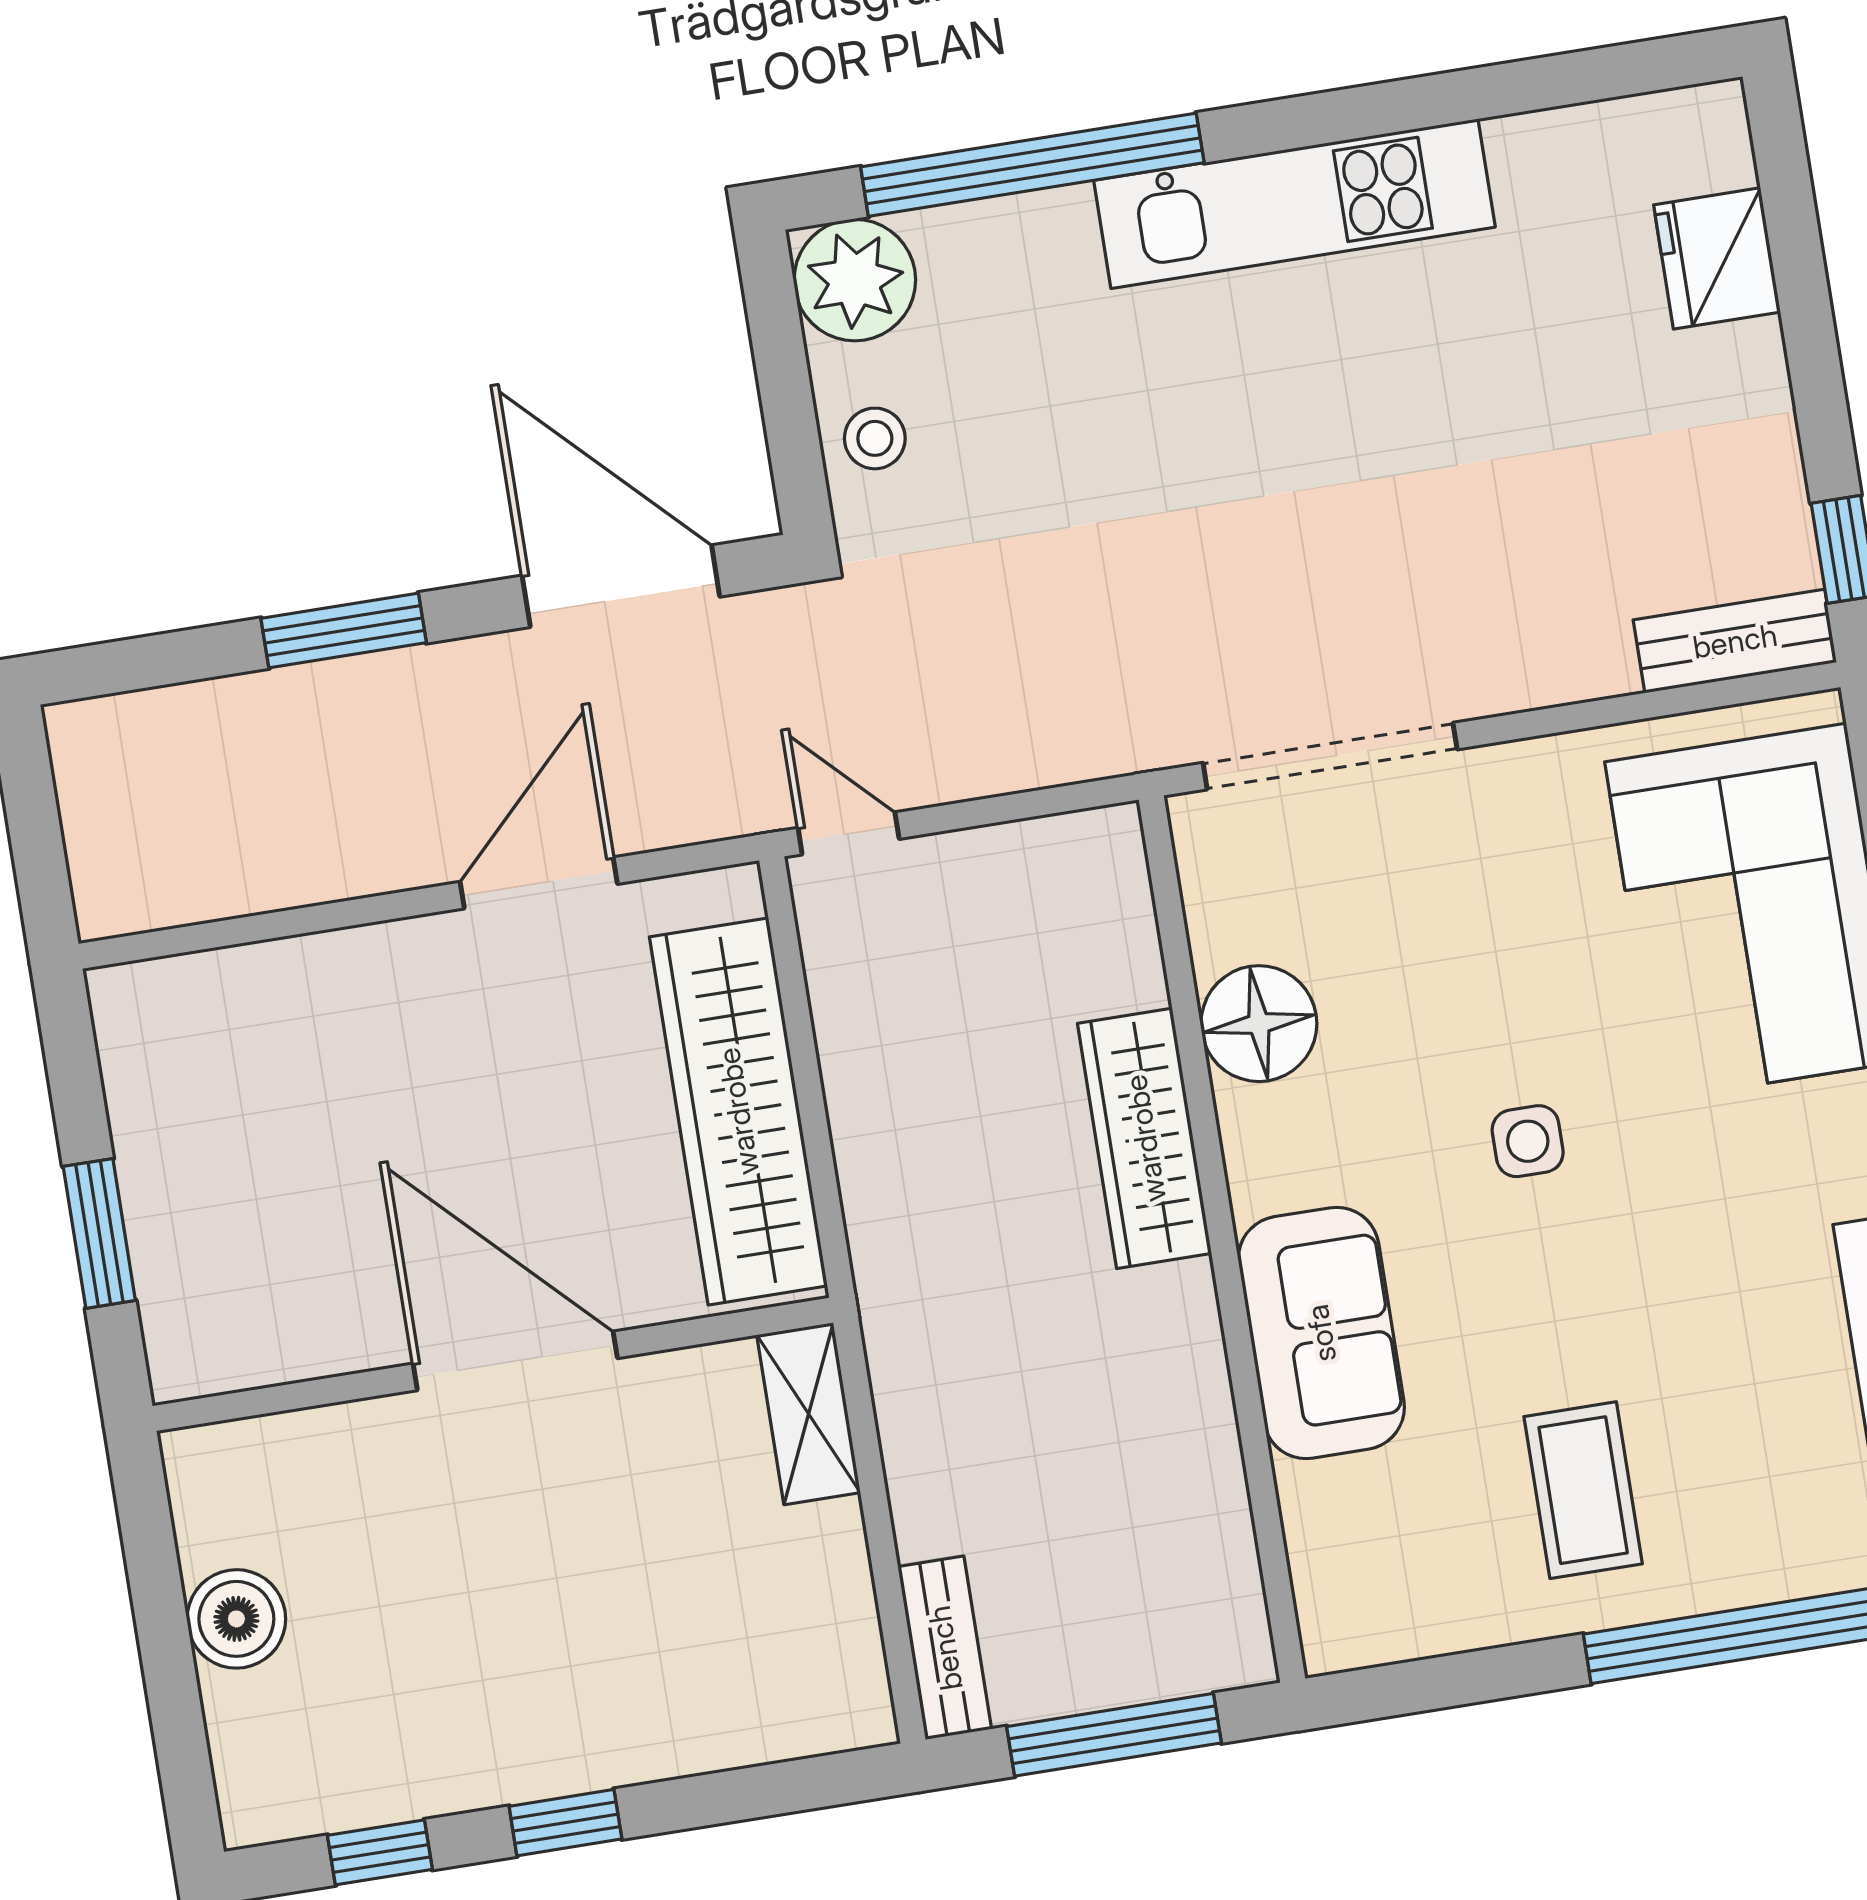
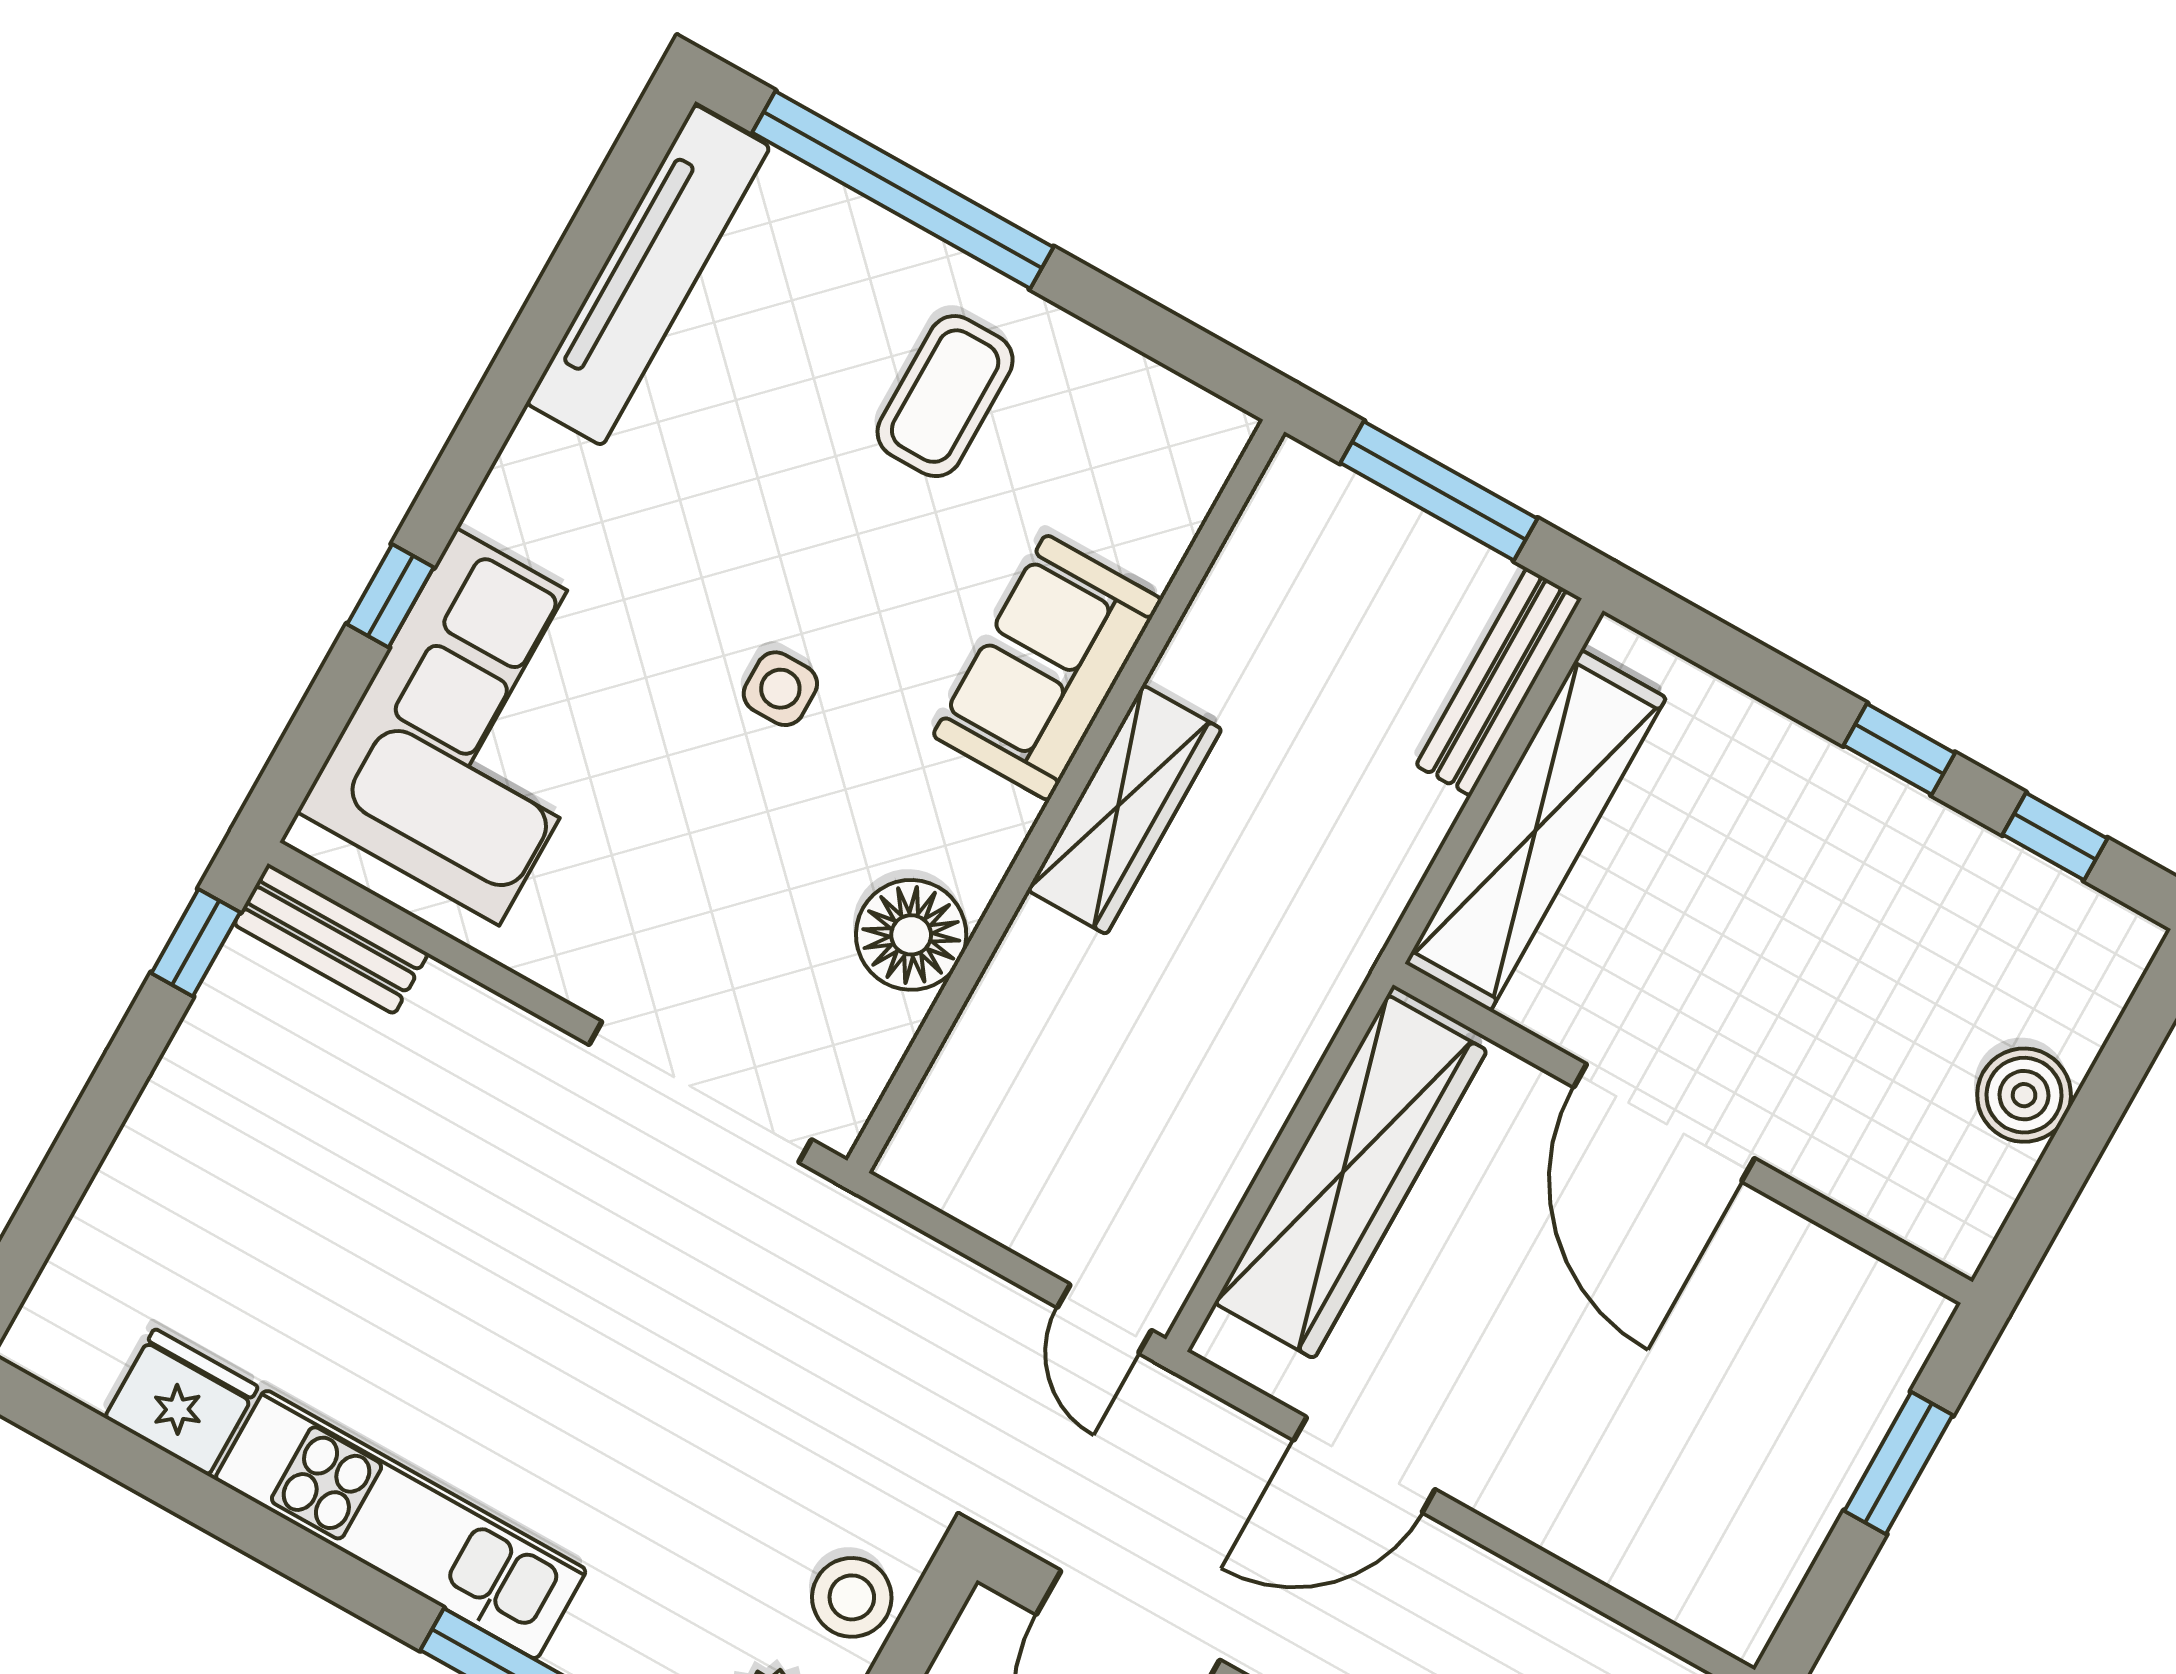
fridge: (1717, 258) -> (181, 1402), moved, turned -90
stool: (875, 438) -> (852, 1597), width x1.37, depth x1.37
wardrobe: (1145, 1138) -> (1124, 810), moved
shelving: (809, 1414) -> (1536, 831), width x2.20, depth x1.33
bench: (945, 1648) -> (1499, 682), width x1.36

